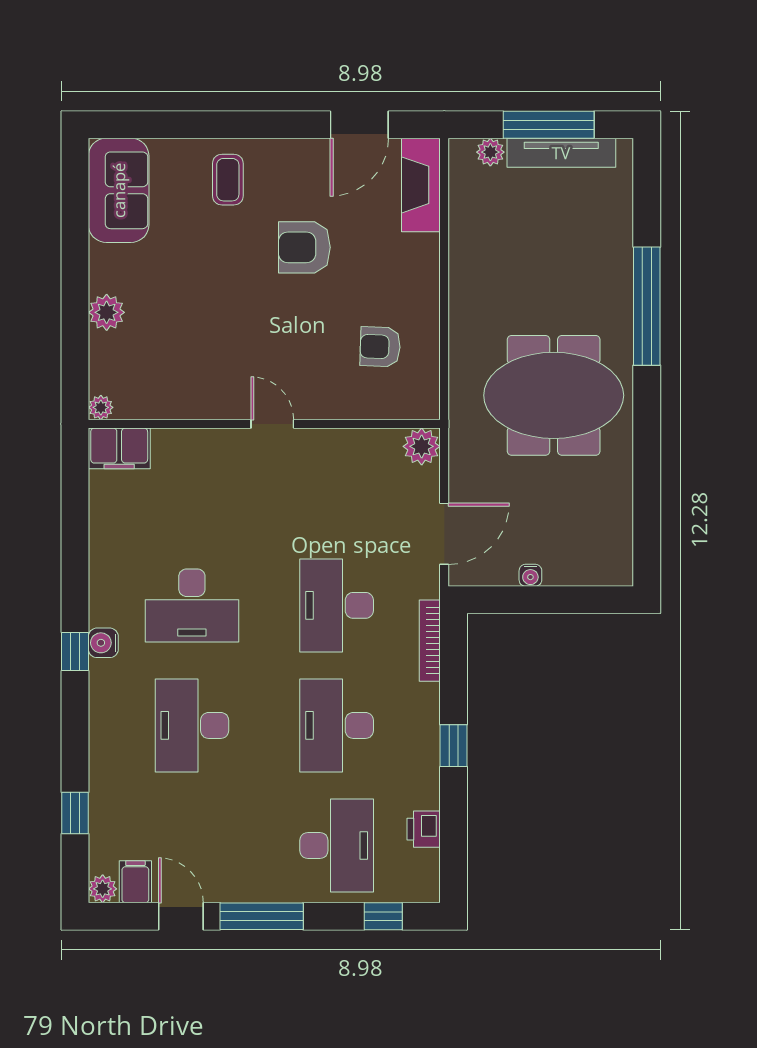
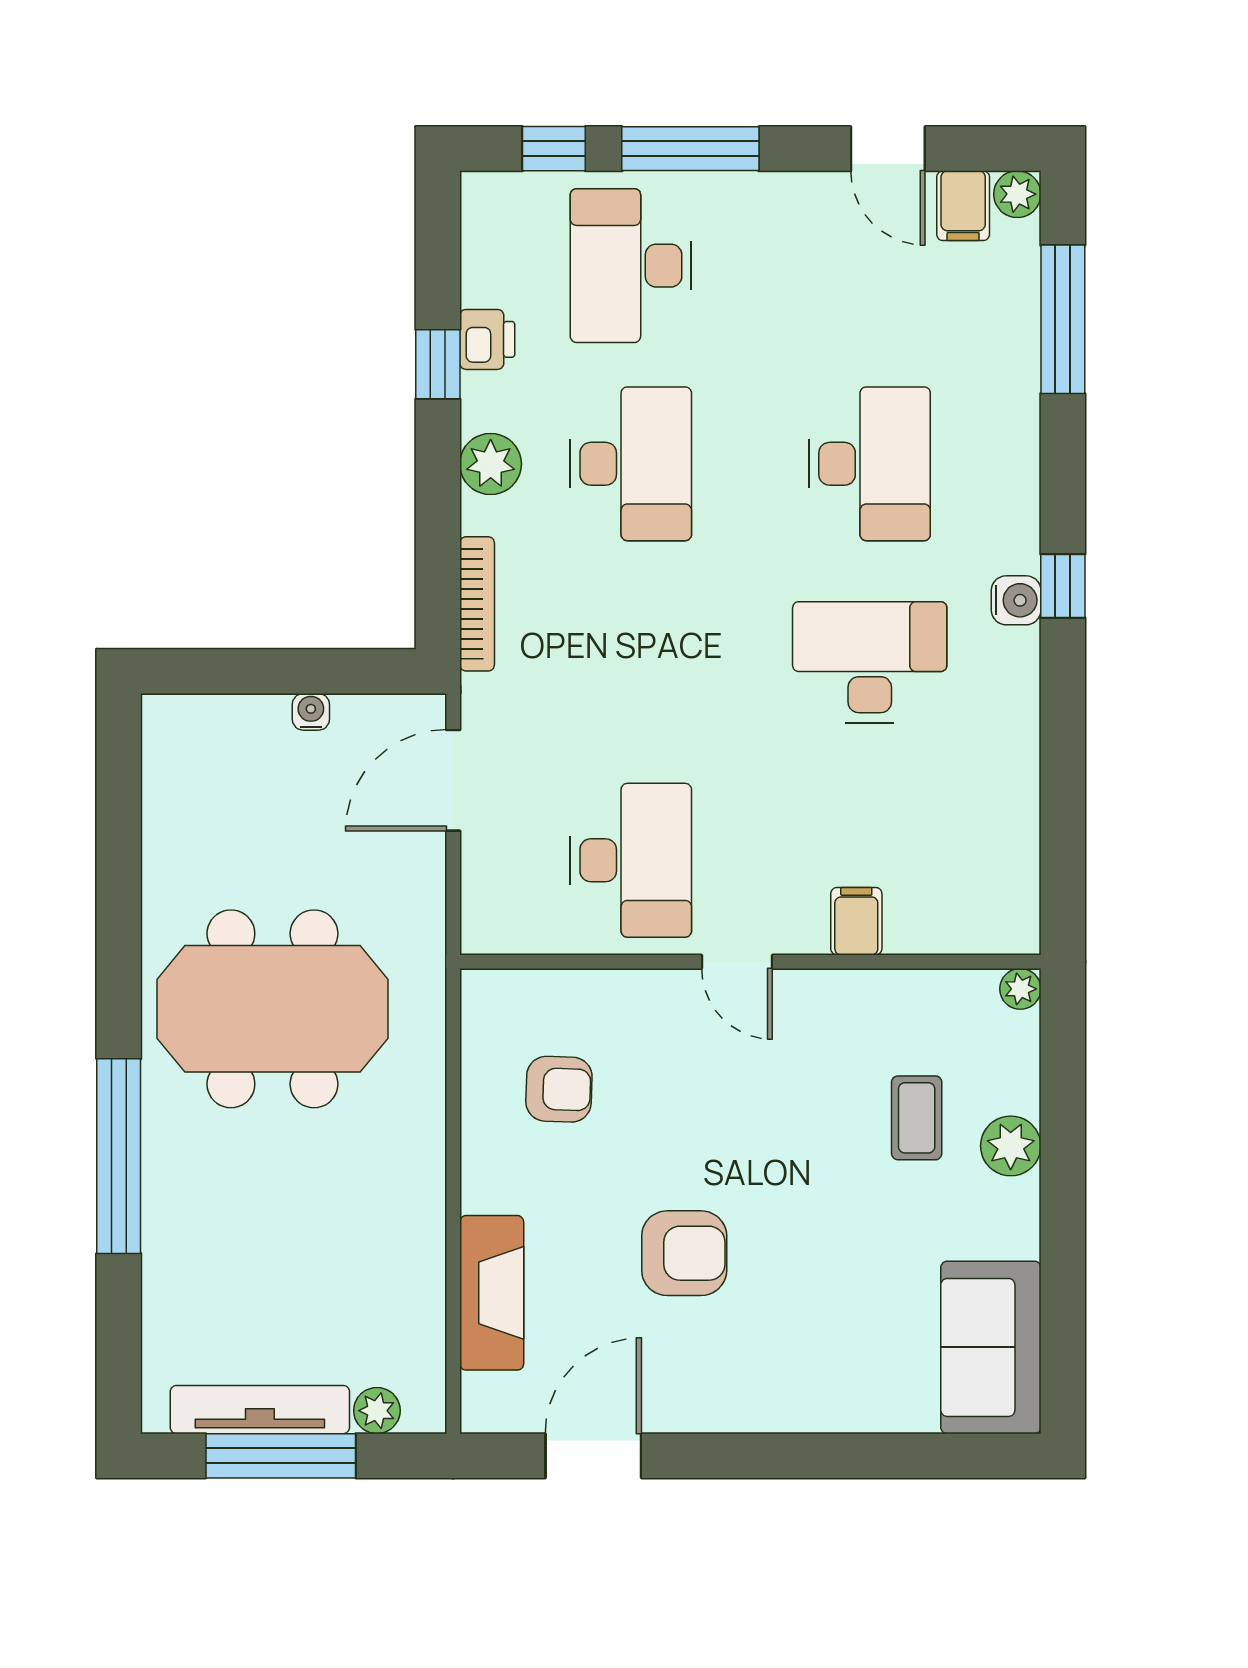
coffee table: (228, 180) -> (917, 1118), moved
fireplace: (421, 185) -> (492, 1293), moved
plant: (422, 446) -> (491, 464), moved
filing cabinet: (119, 448) -> (856, 921), moved, width x0.50
desk: (337, 605) -> (631, 860), moved
window: (454, 746) -> (438, 364), moved
window: (75, 813) -> (1063, 319), width x2.17
printer: (424, 829) -> (487, 339), moved
window: (262, 916) -> (690, 149), moved

